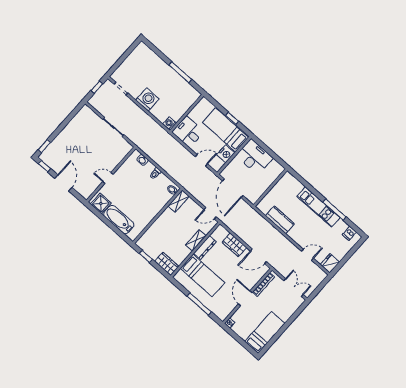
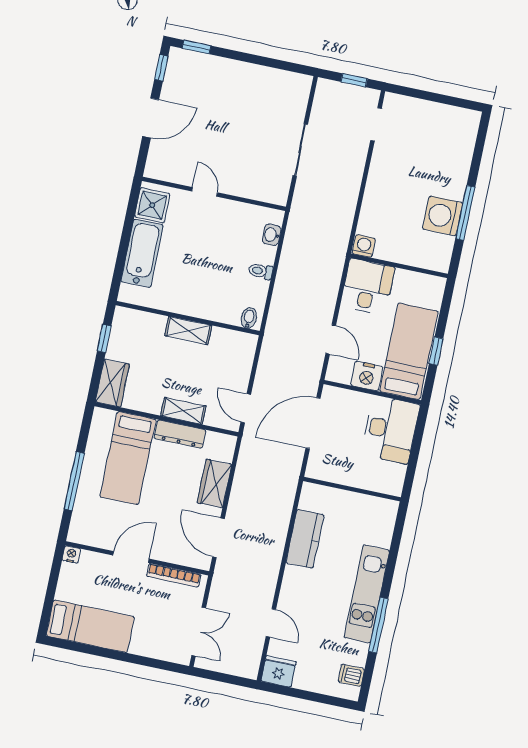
washing machine: (147, 99) -> (443, 216), moved, turned 180
shelving: (179, 201) -> (188, 331), moved

